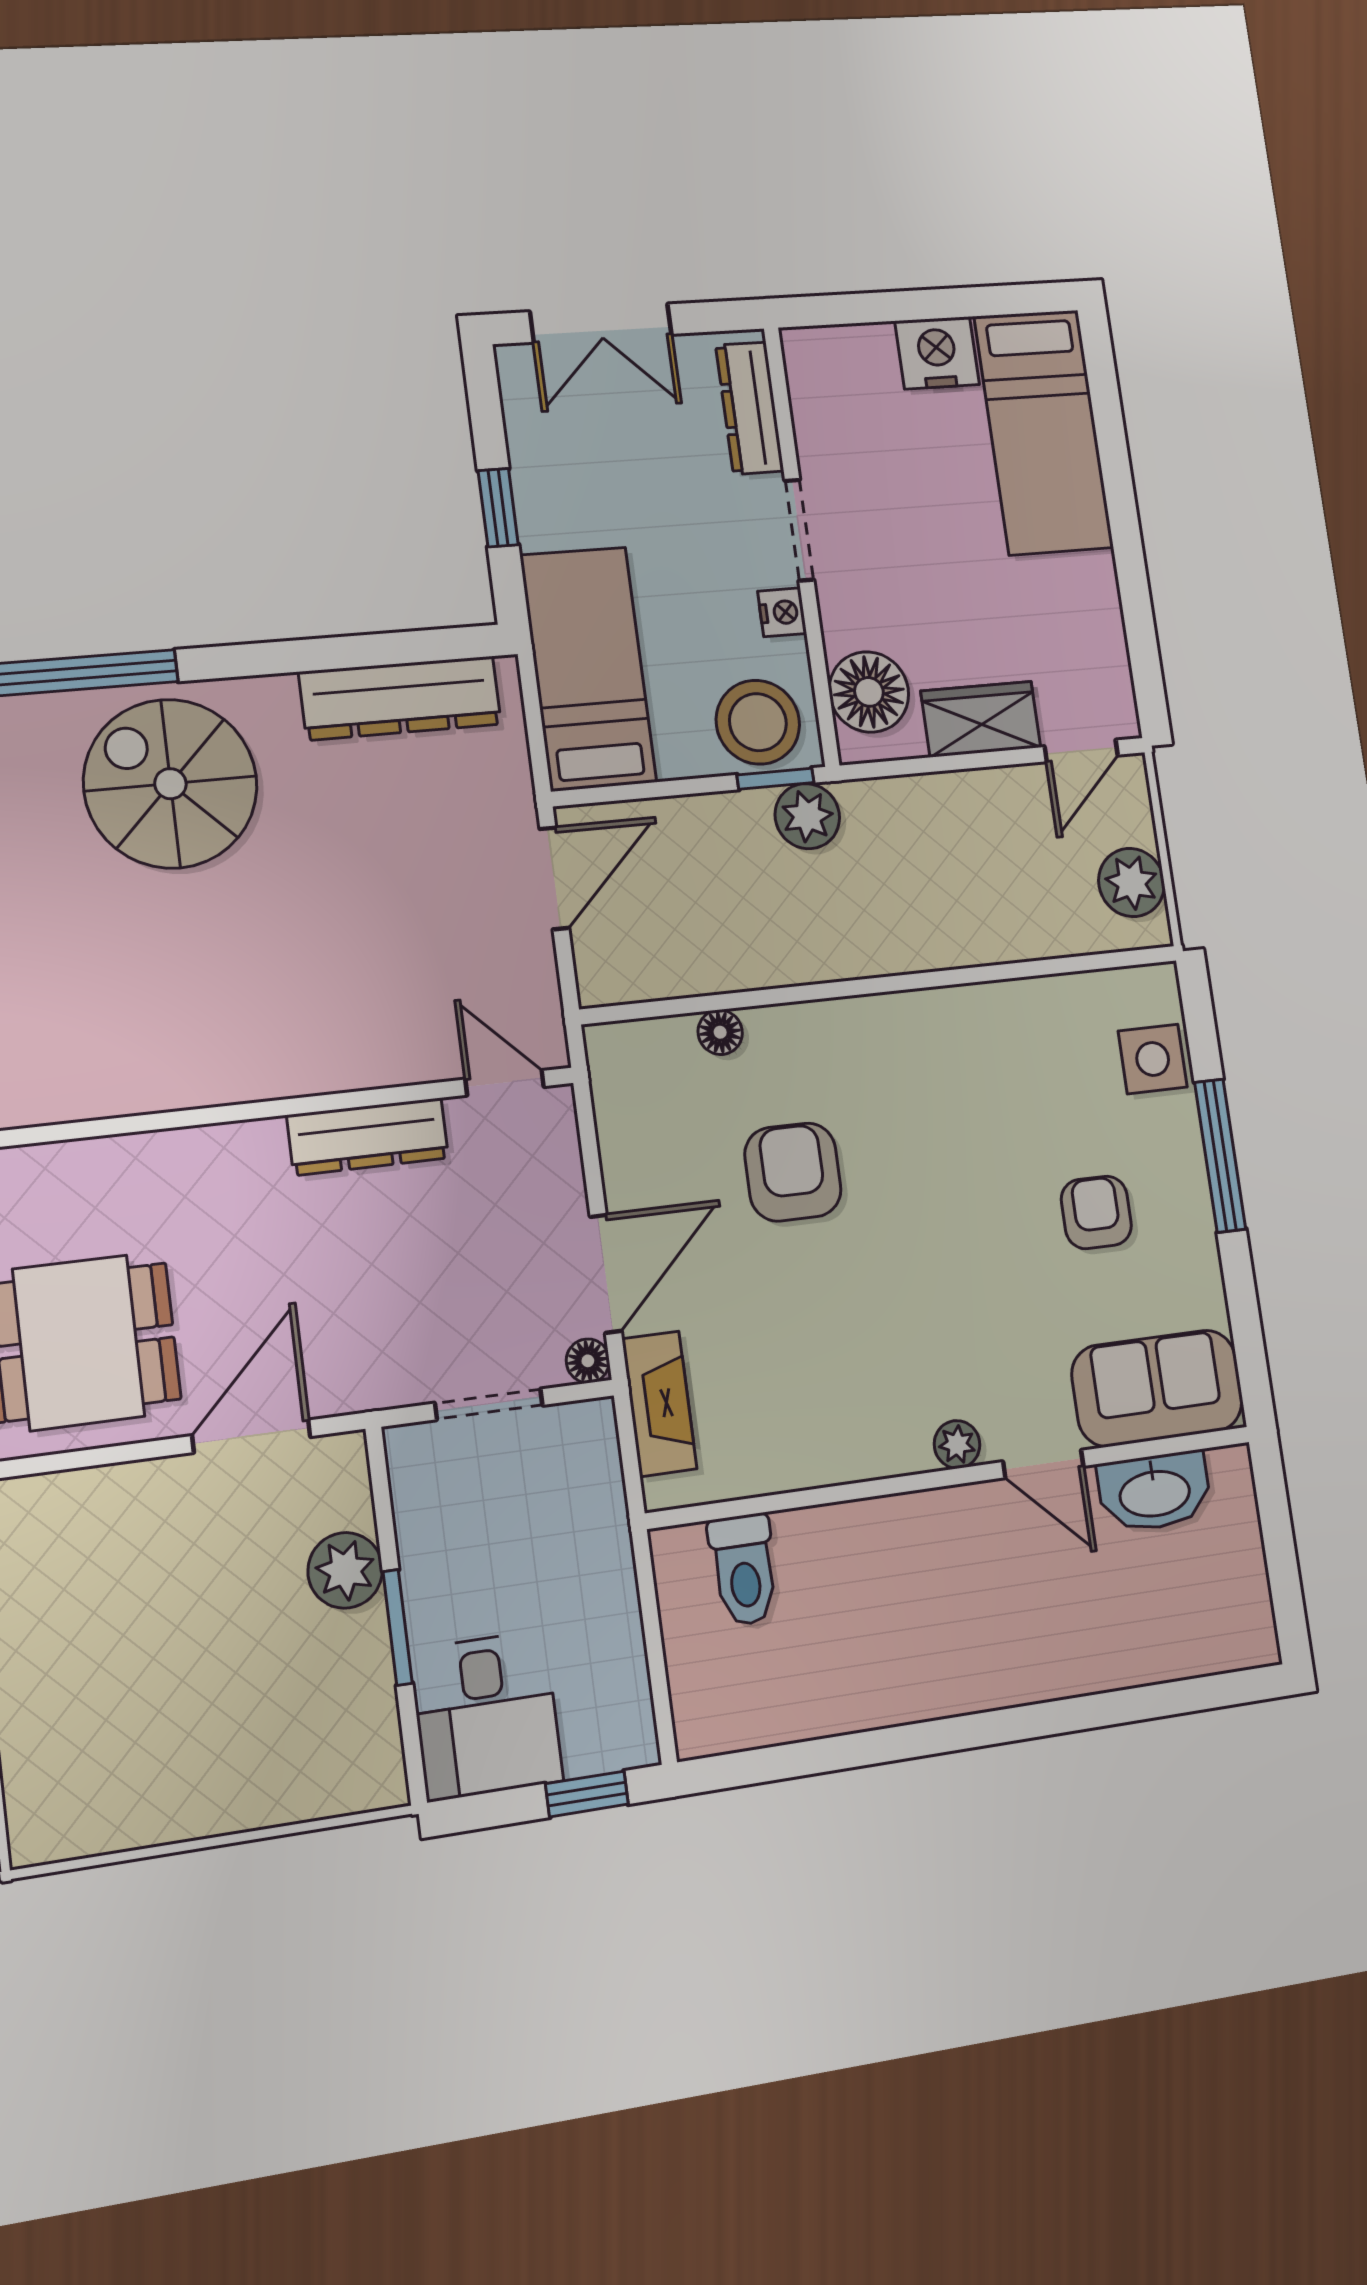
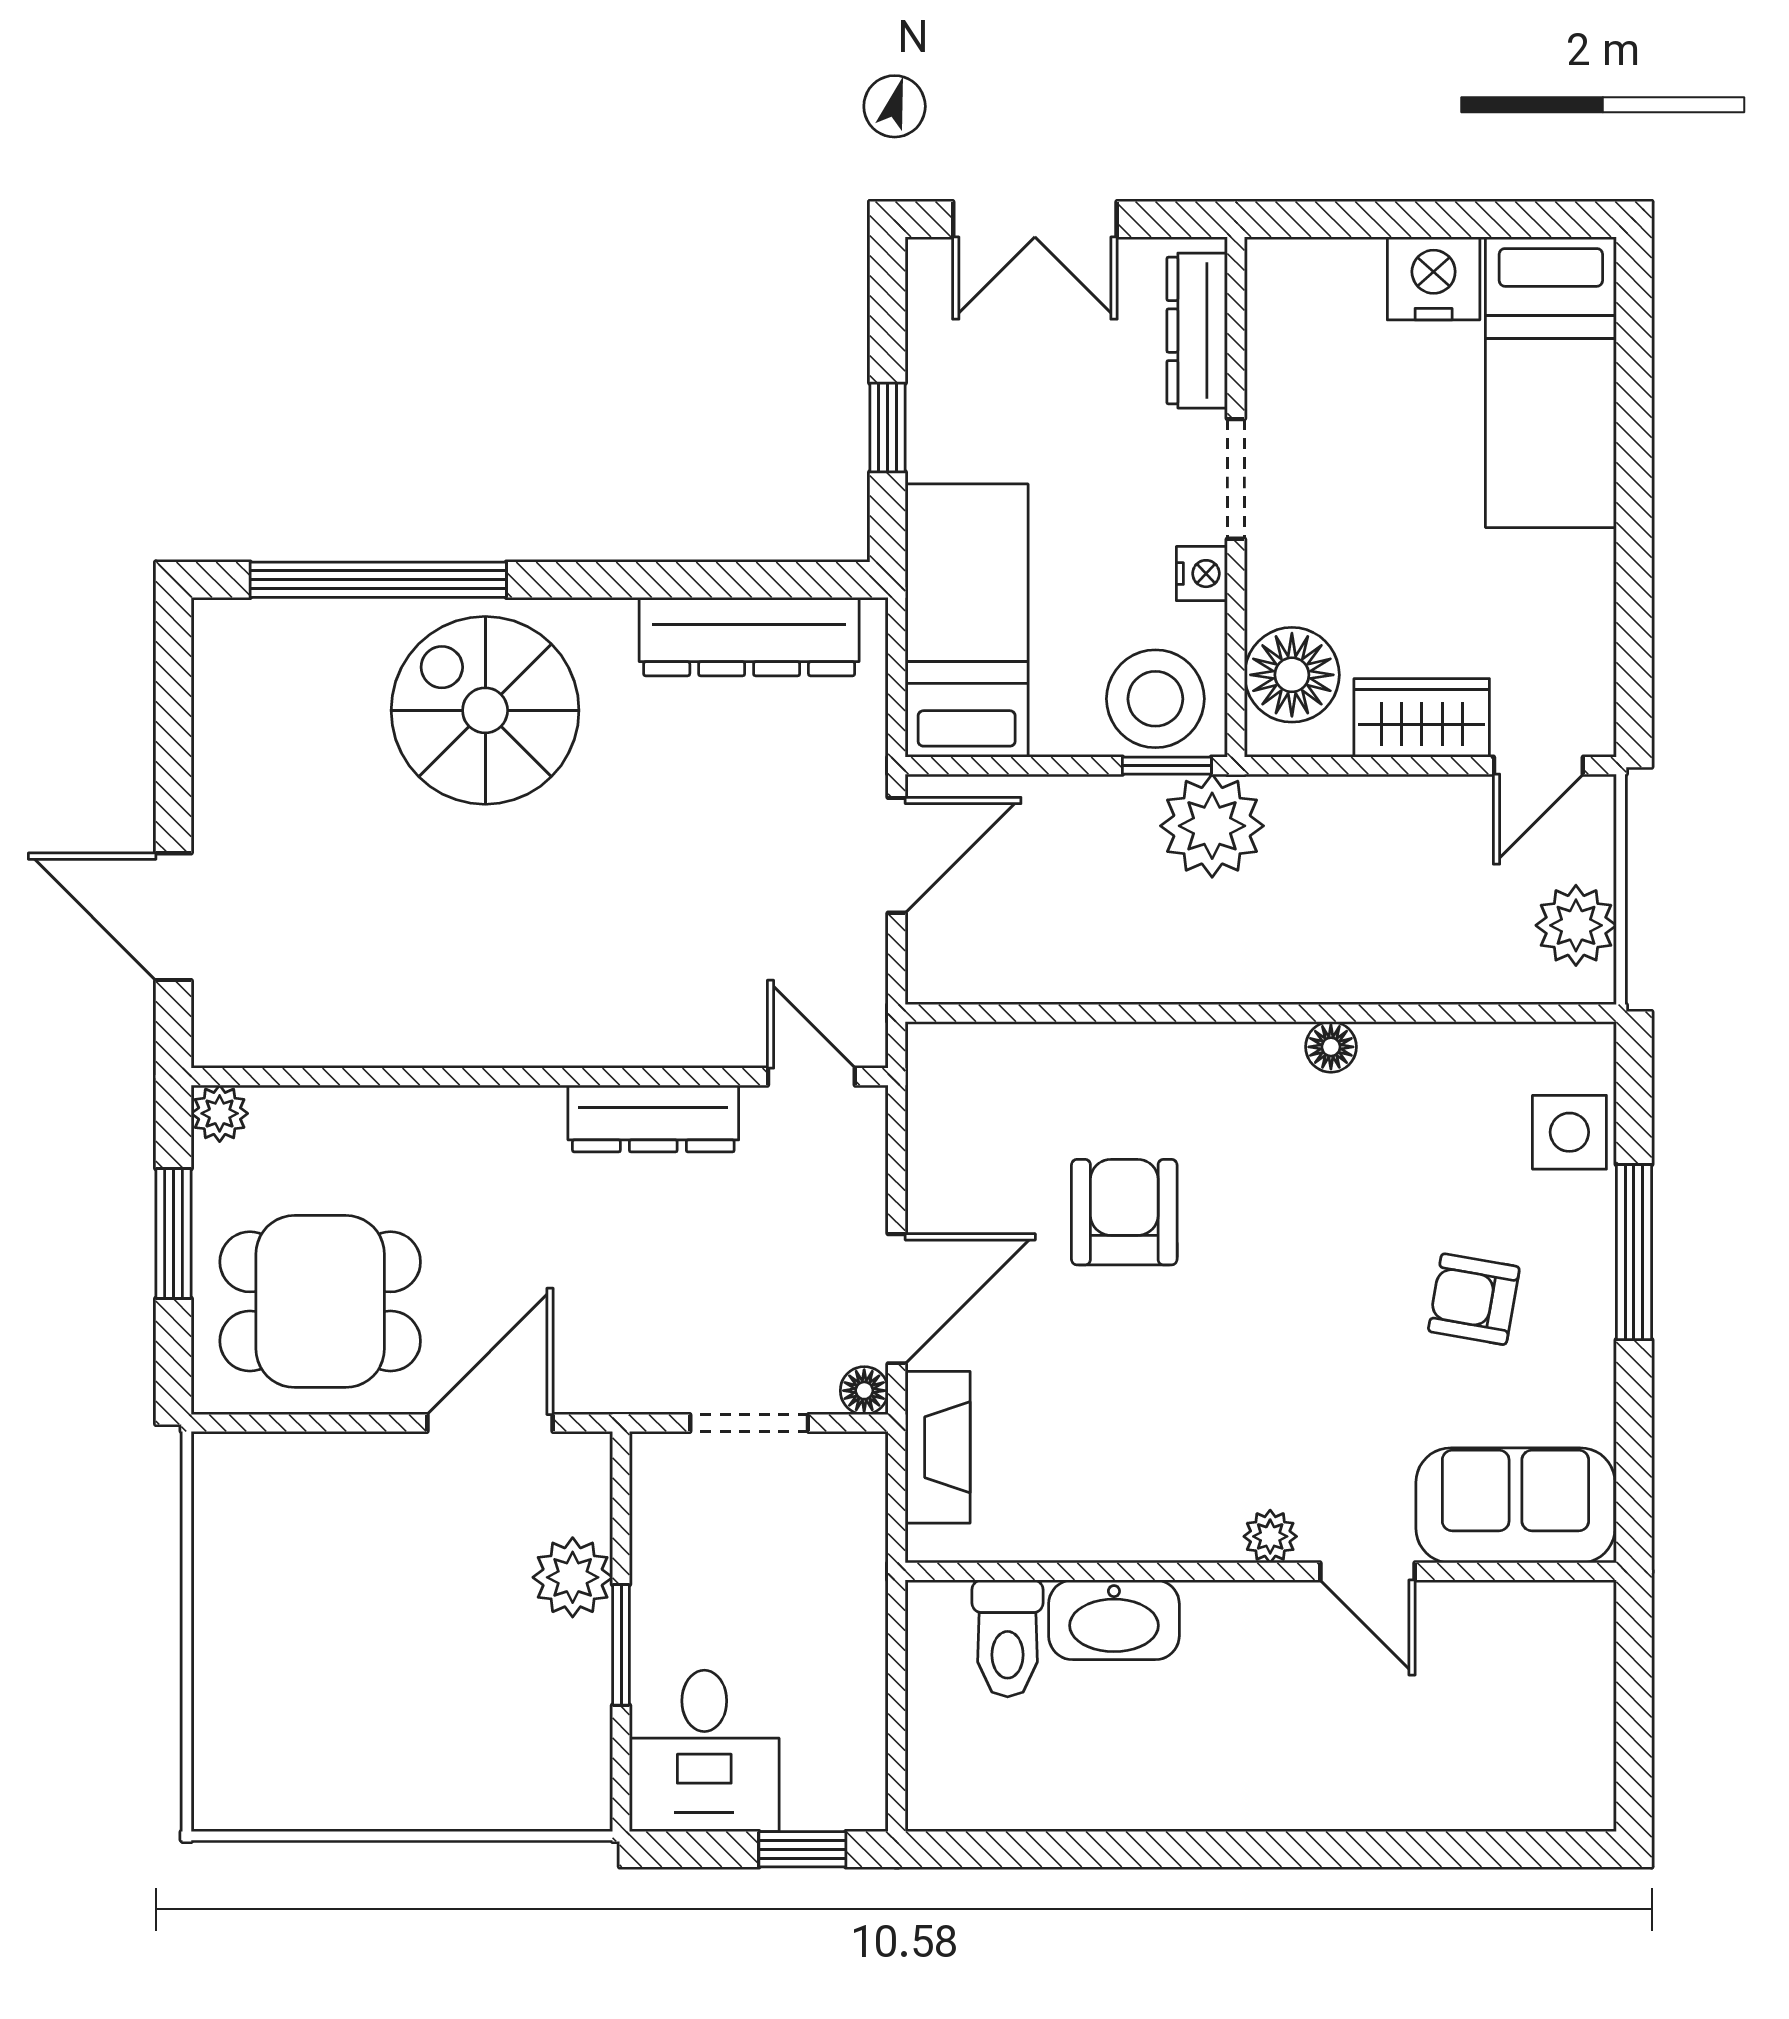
plant: (807, 816) -> (1212, 826), width x1.36, depth x1.36
floor lamp: (720, 1032) -> (1331, 1047), moved
armchair: (1096, 1212) -> (1474, 1299), turned -80
washbasin: (1154, 1492) -> (1114, 1620), moved

